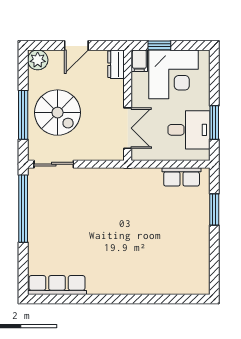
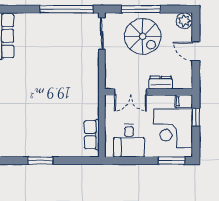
dresser: (116, 64) -> (161, 83), moved
spiral stairs: (58, 113) -> (143, 36), turned -90
window: (214, 122) -> (172, 161), moved
window: (214, 209) -> (41, 161), moved

